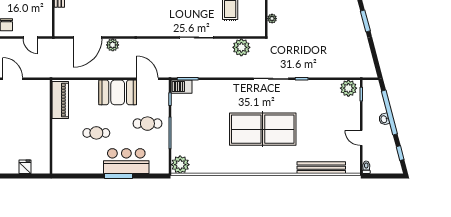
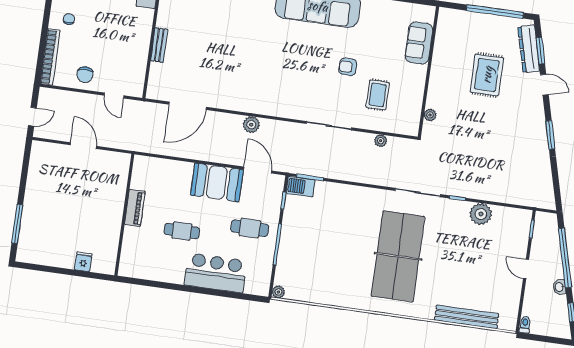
plant: (113, 45) -> (251, 125), moved
plant: (241, 47) -> (381, 141), width x0.53, depth x0.53
plant: (348, 88) -> (481, 214), moved
piano: (60, 100) -> (135, 208), moved, width x0.73, depth x0.75
washbasin: (384, 119) -> (559, 287), moved
table tennis table: (263, 129) -> (398, 256), turned 90
door: (361, 138) -> (526, 269), moved
plant: (180, 165) -> (278, 292), width x0.53, depth x0.53
window: (119, 176) -> (203, 291), removed

